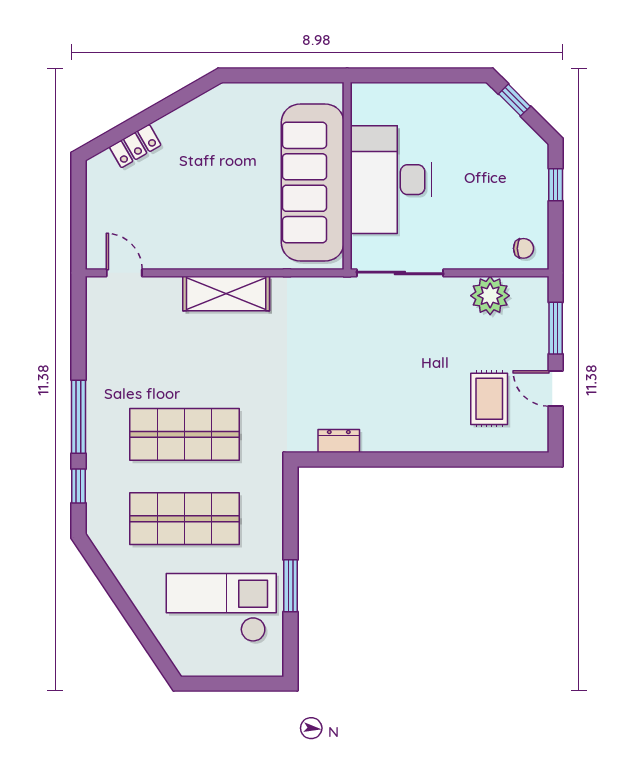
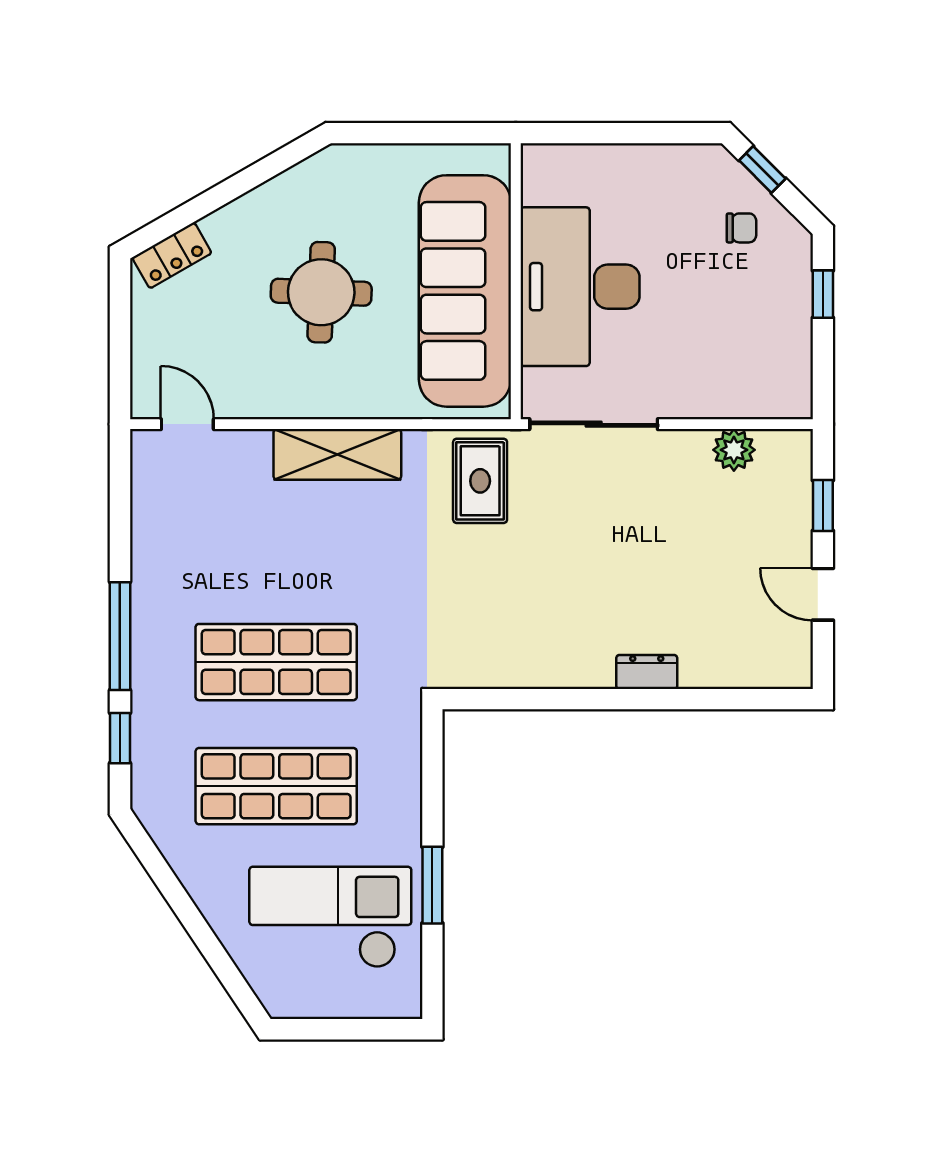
locker: (135, 146) -> (172, 255), moved
round table: (215, 183) -> (321, 292), added
chair: (524, 248) -> (741, 228), moved
plant: (490, 296) -> (734, 450), width x0.73, depth x0.73
window: (556, 328) -> (823, 505), width x0.67
rug: (489, 399) -> (480, 481), moved
dresser: (339, 441) -> (647, 672), moved

